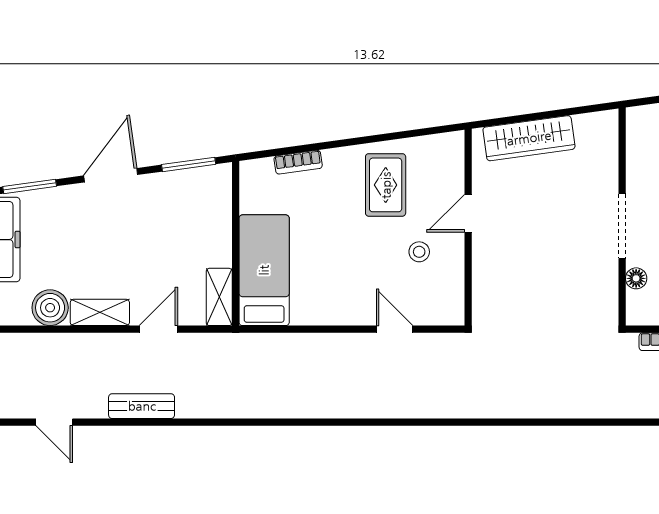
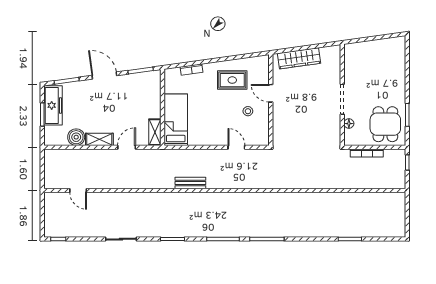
door: (111, 175) -> (104, 76), hinge flipped
rug: (386, 185) -> (232, 80), turned 90
door: (468, 213) -> (271, 93), hinge flipped
bench: (142, 406) -> (190, 183), moved

